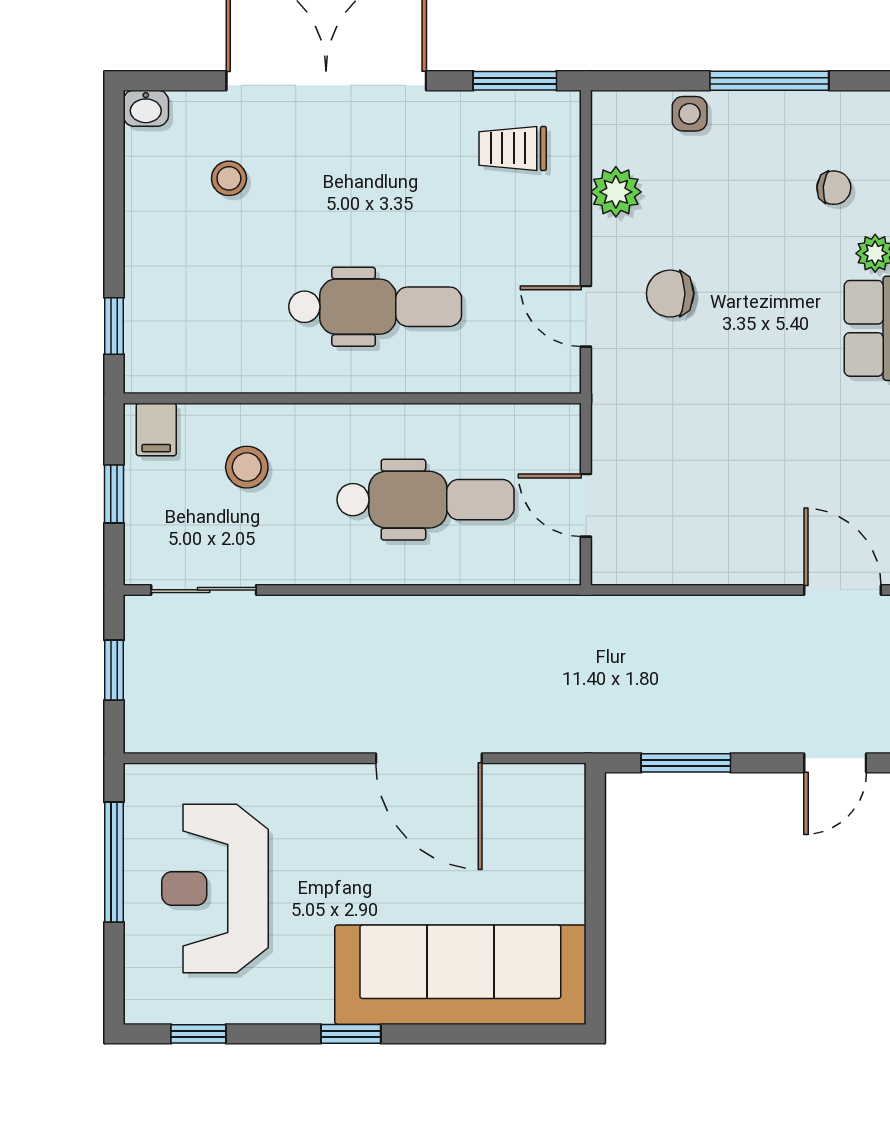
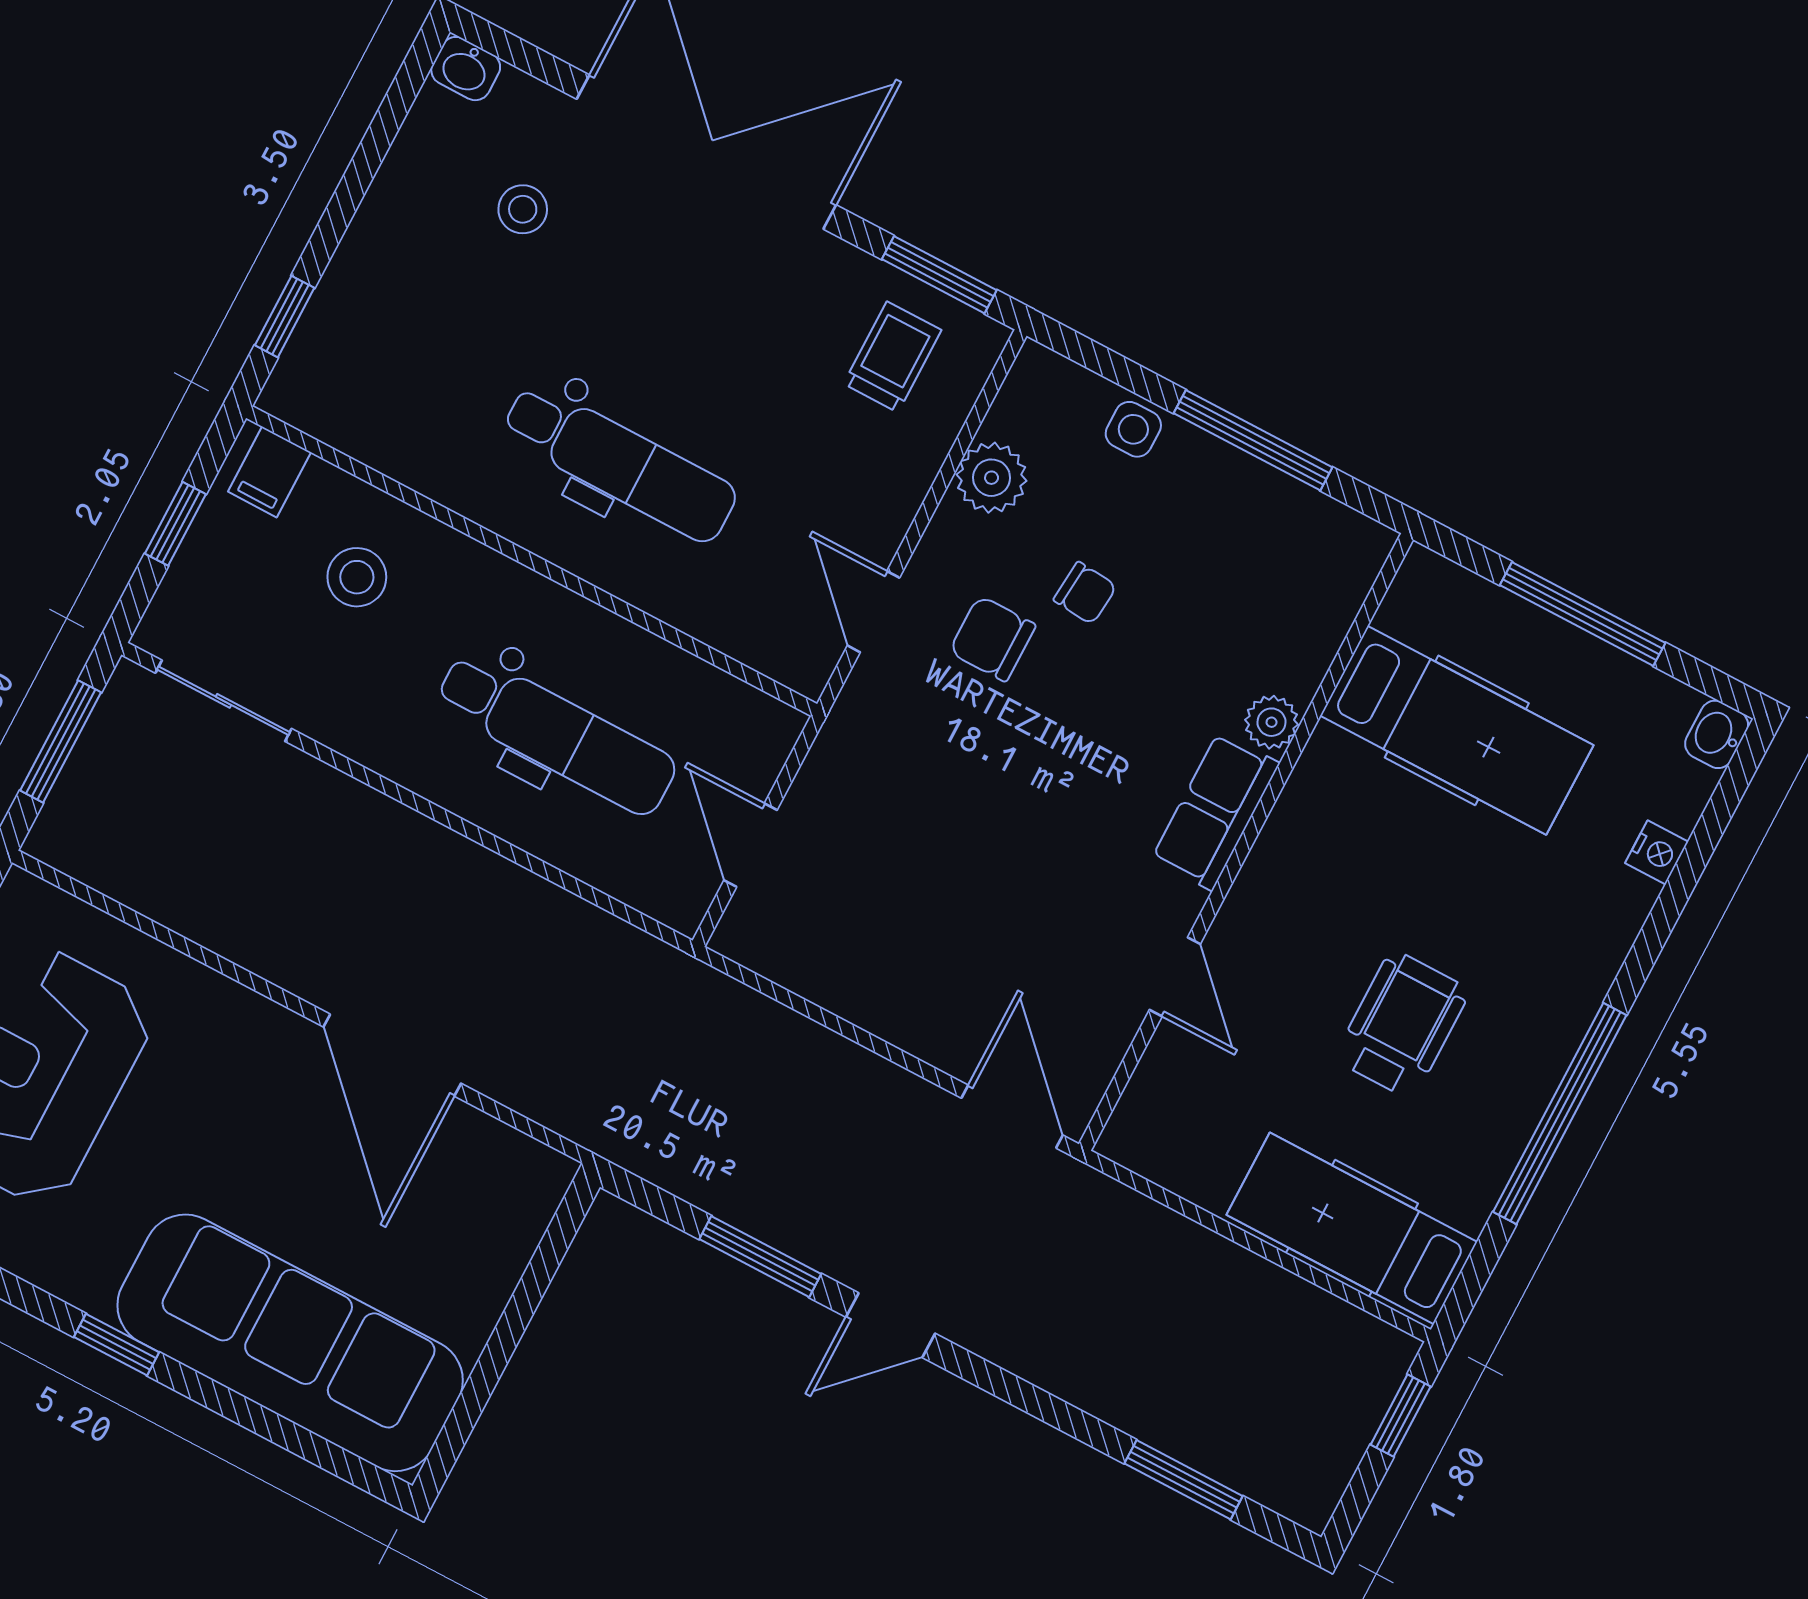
trolley: (513, 148) -> (892, 357), turned 90
chair: (834, 188) -> (1085, 593), moved
window: (114, 670) -> (61, 741), width x1.50
window: (686, 763) -> (760, 1257), moved

